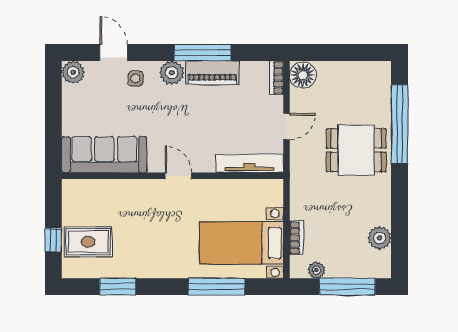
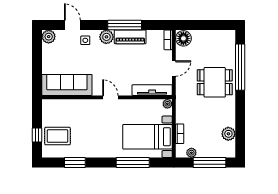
plant: (276, 187) -> (167, 104), added

